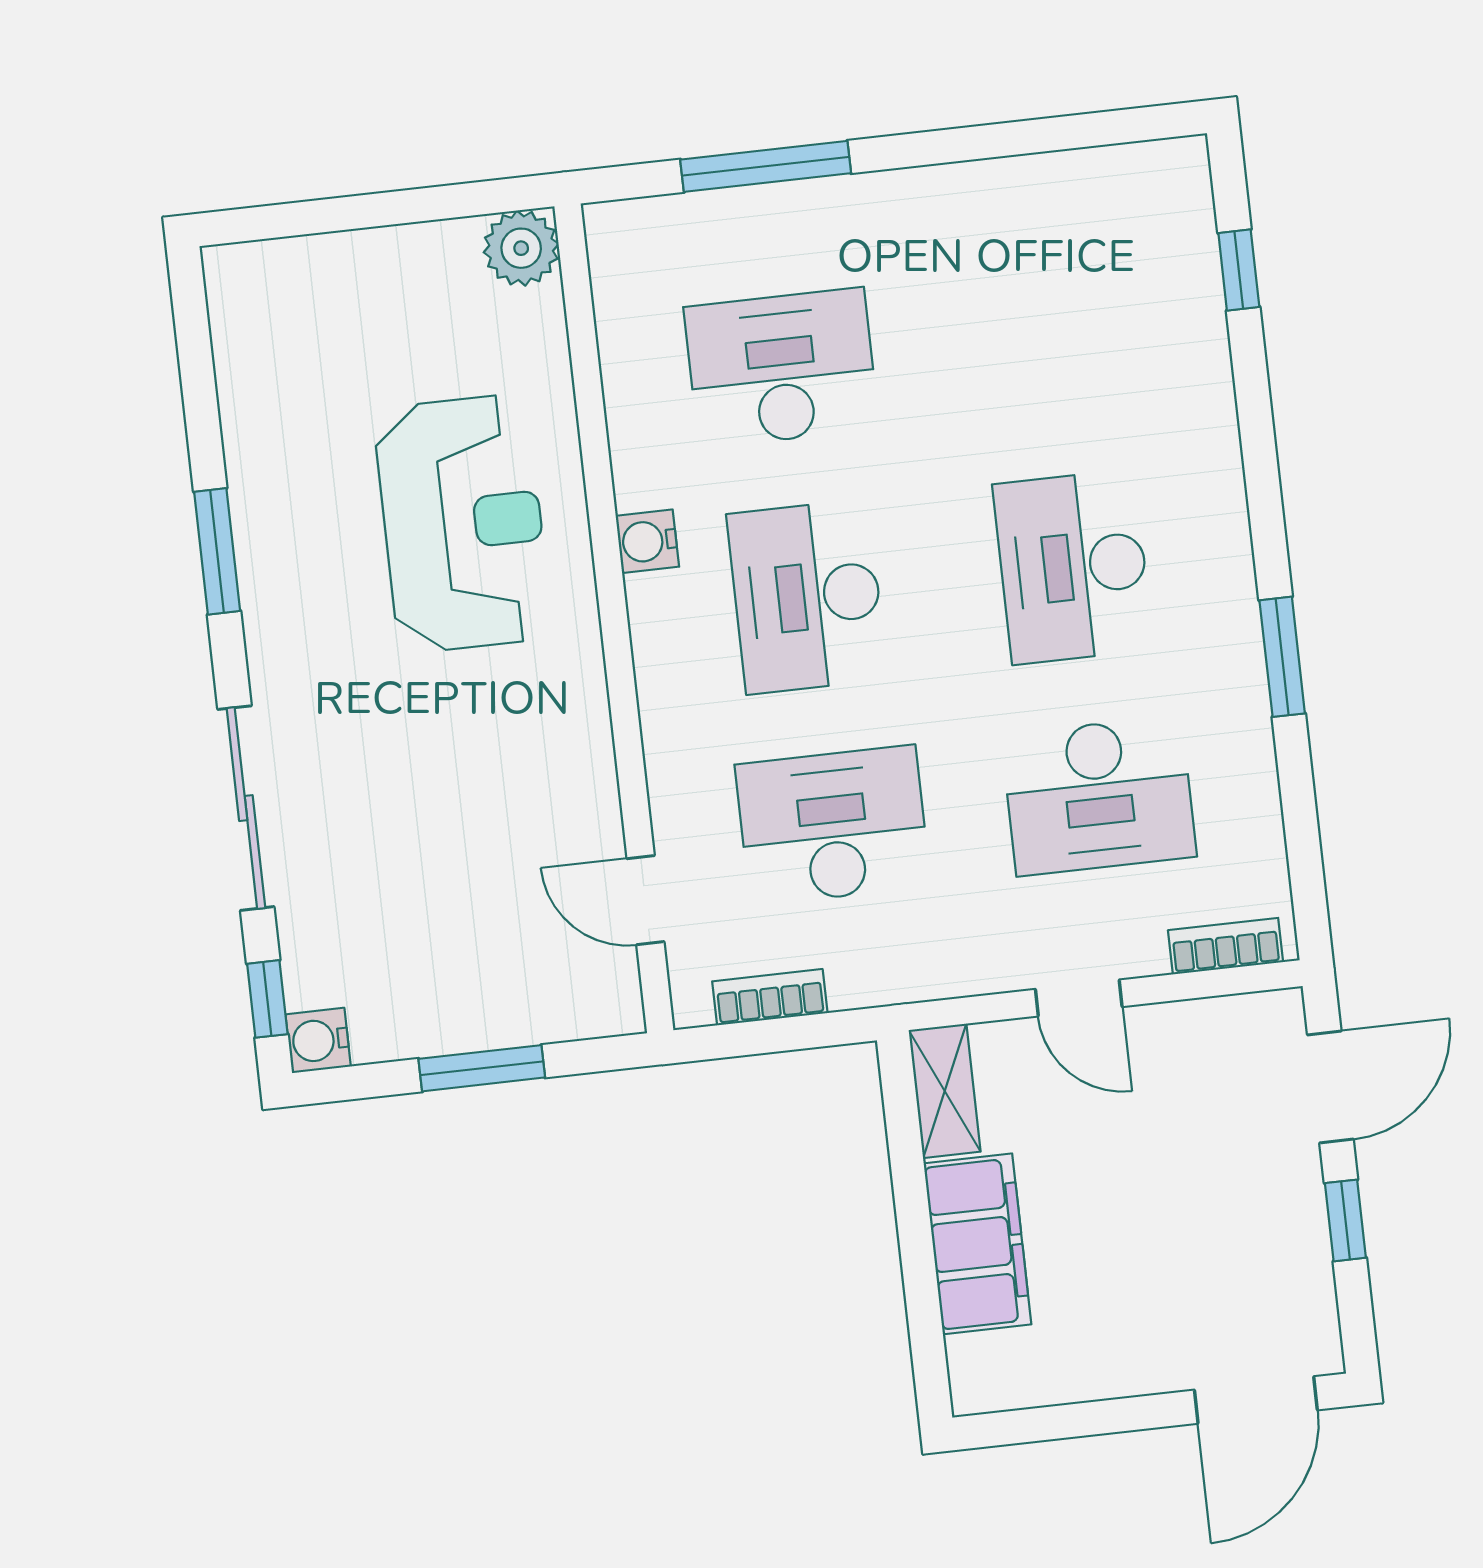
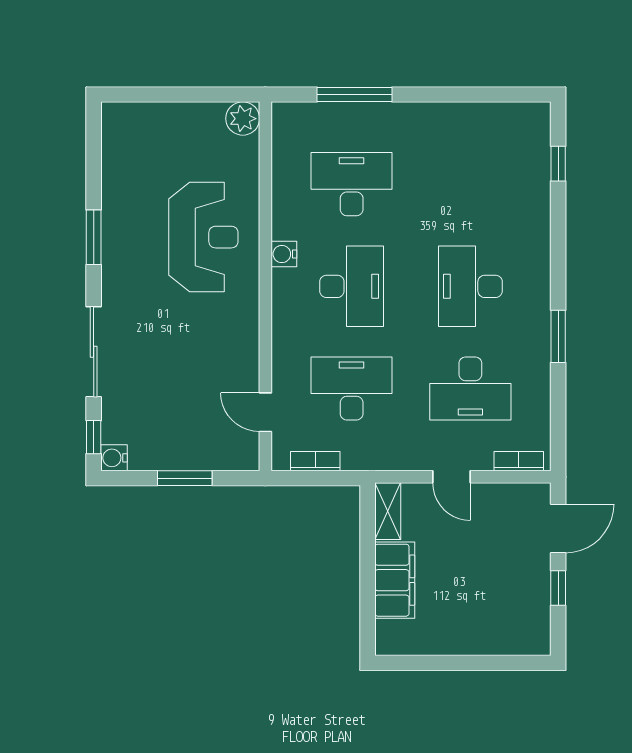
desk: (807, 597) -> (352, 286), turned 180
door: (1256, 1400) -> (510, 663), removed

